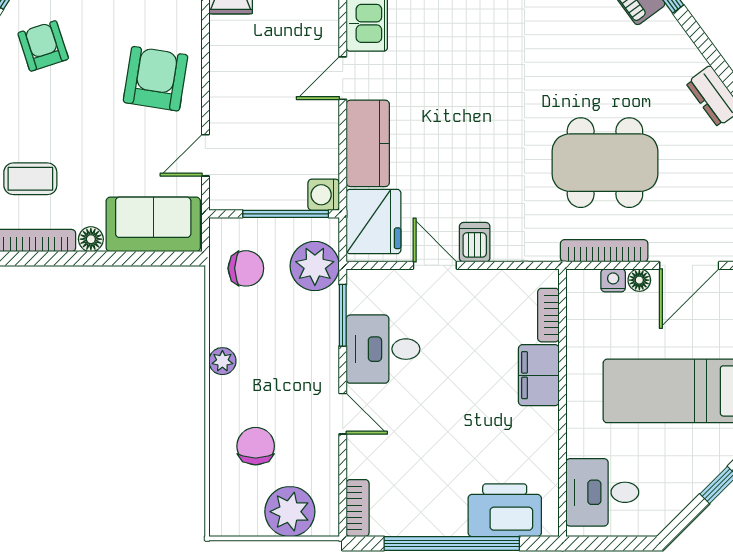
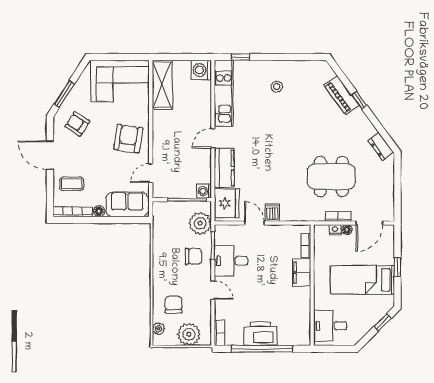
armchair: (43, 46) -> (77, 124), turned -39
bookcase: (604, 251) -> (338, 216), width x0.64
chair: (246, 268) -> (193, 256), moved
plant: (222, 361) -> (158, 329), moved
printer: (505, 510) -> (260, 334), moved

